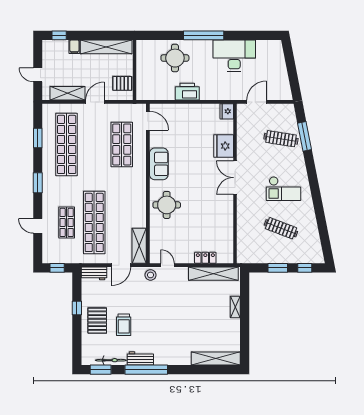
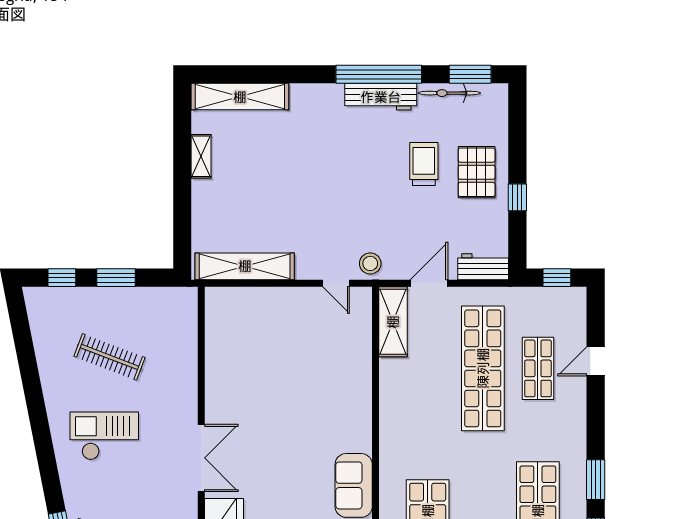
window: (38, 183) -> (596, 480), moved
round table: (167, 205) -> (338, 403), removed
door: (38, 226) -> (596, 361), swing flipped
locker: (205, 258) -> (261, 298), removed
shelving: (235, 307) -> (201, 156), moved
workbench: (140, 358) -> (381, 97), width x1.37

